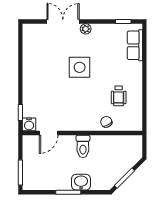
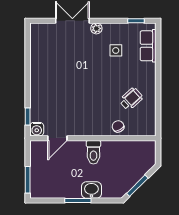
side table: (80, 67) -> (116, 50), moved, width x0.54, depth x0.54
wheelchair: (119, 96) -> (131, 99), turned -132

